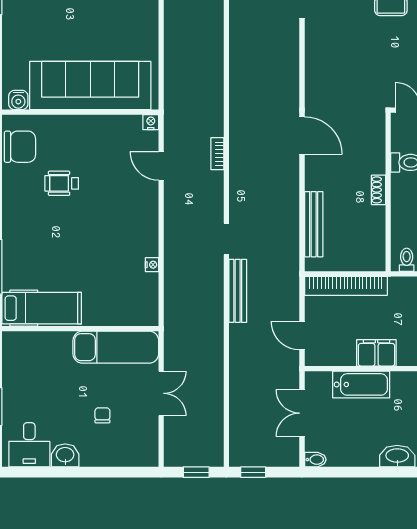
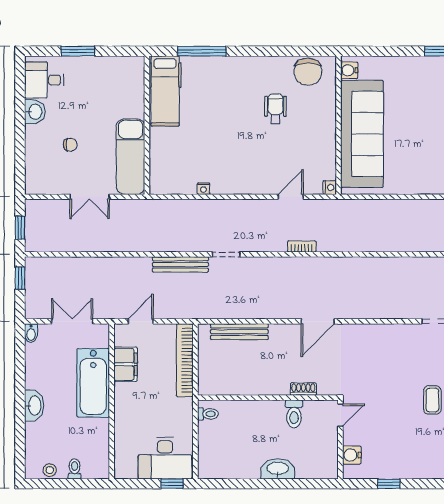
shoe rack: (379, 190) -> (303, 389), moved
filing cabinet: (376, 353) -> (125, 364), moved
bathtub: (361, 384) -> (93, 383), width x1.36, depth x1.36

